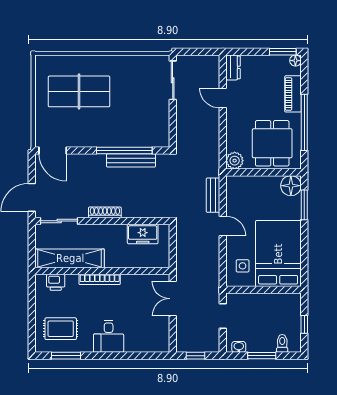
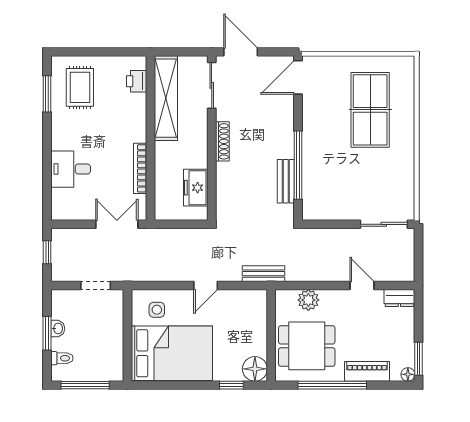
door: (223, 98) -> (362, 286), hinge flipped
bench: (131, 160) -> (286, 181), width x0.73
plant: (235, 161) -> (308, 300), moved
bench: (213, 195) -> (263, 274), moved
window: (304, 205) -> (231, 385), width x0.67
bookcase: (100, 279) -> (140, 168), moved
window: (304, 324) -> (85, 385), width x2.17
desk: (109, 336) -> (71, 169), moved
washbasin: (239, 347) -> (58, 329), moved

